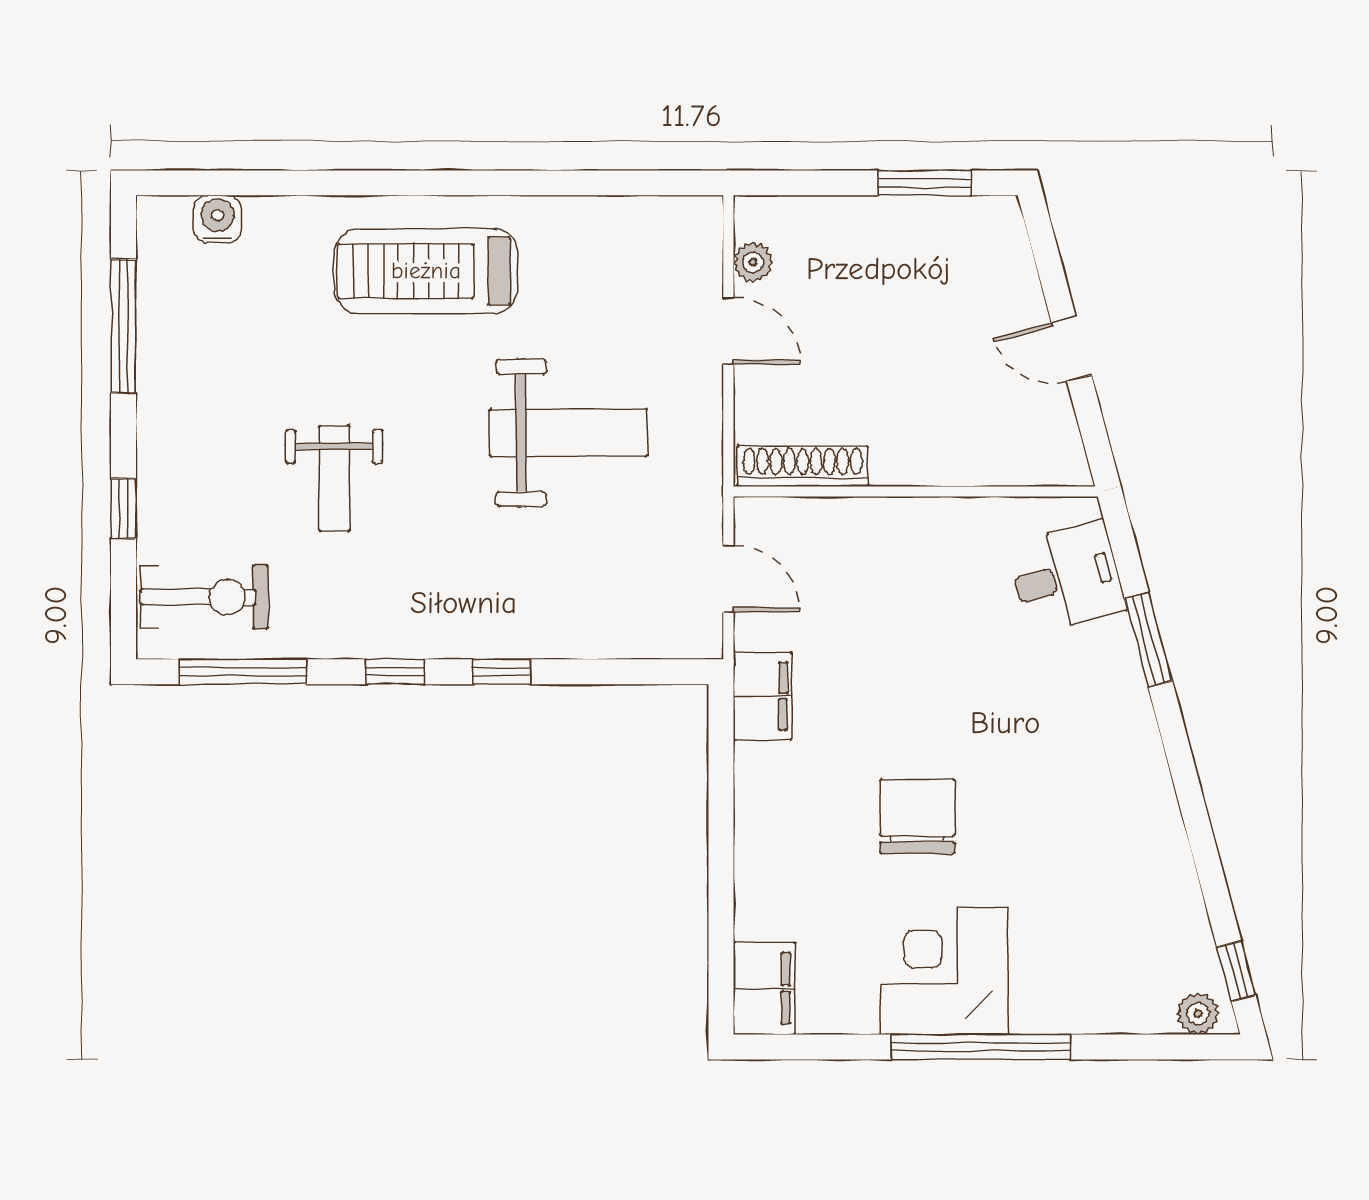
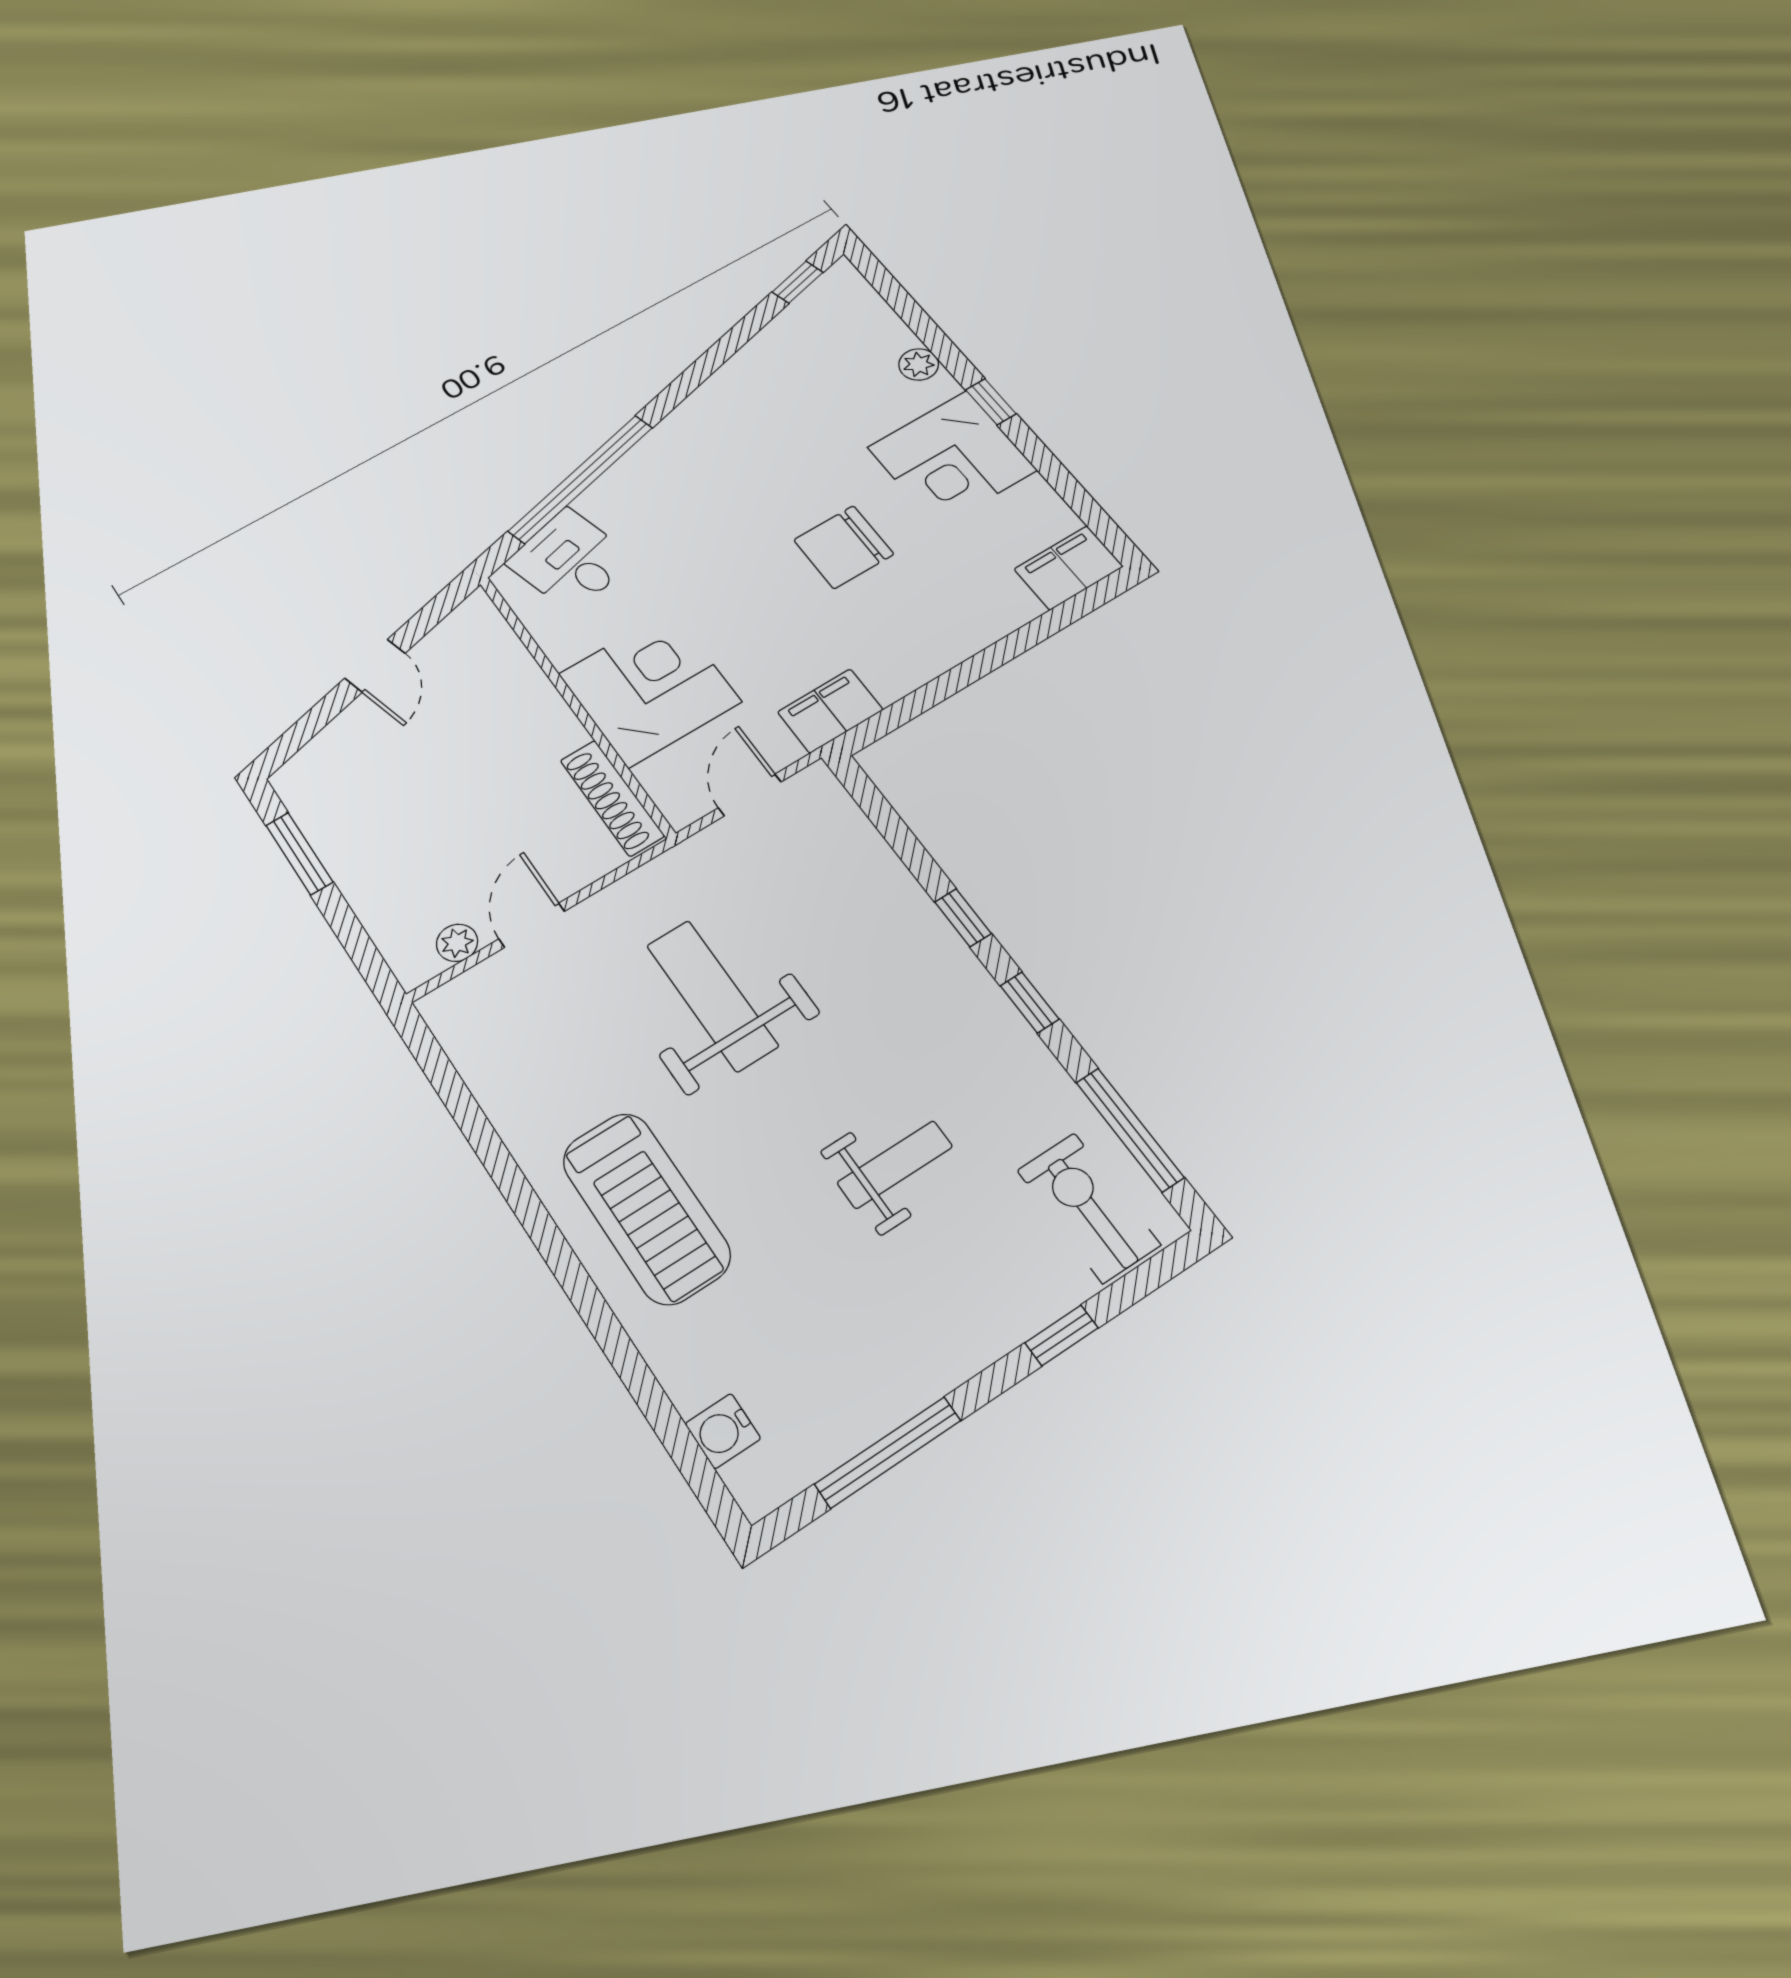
corner desk: (888, 563) -> (650, 688), added
window: (1149, 640) -> (581, 479), width x2.11
plant: (1198, 1013) -> (919, 364), moved
window: (981, 1047) -> (991, 402), width x0.32

